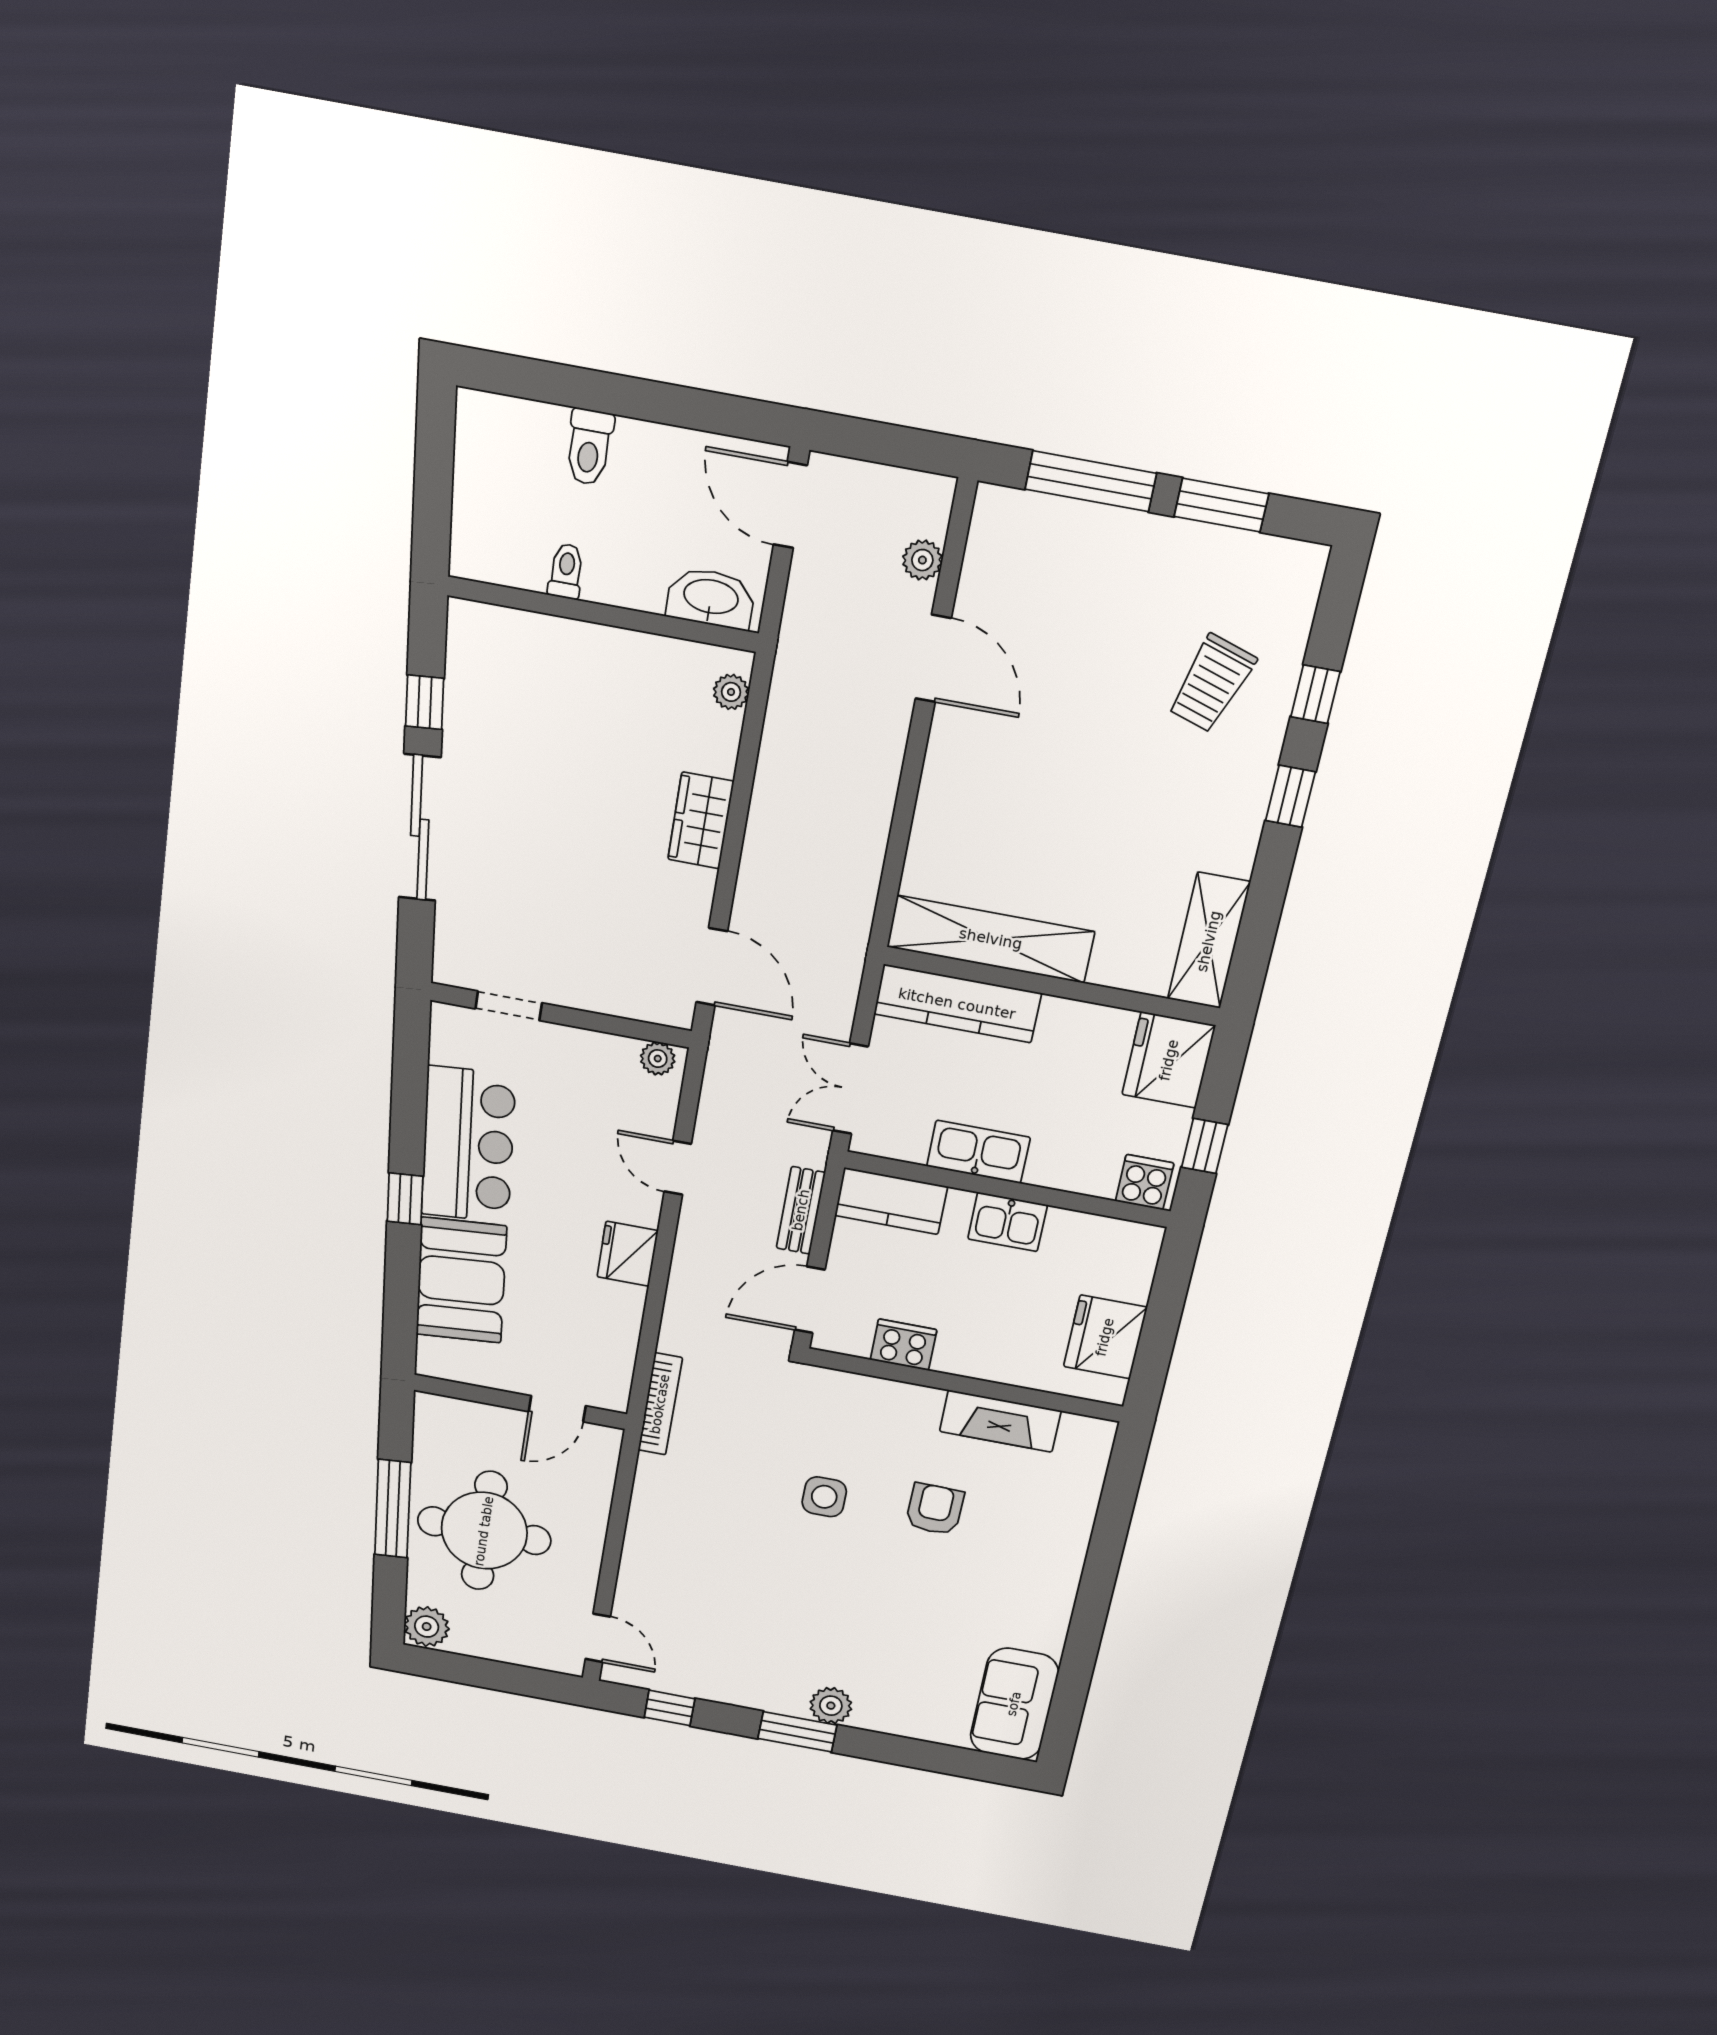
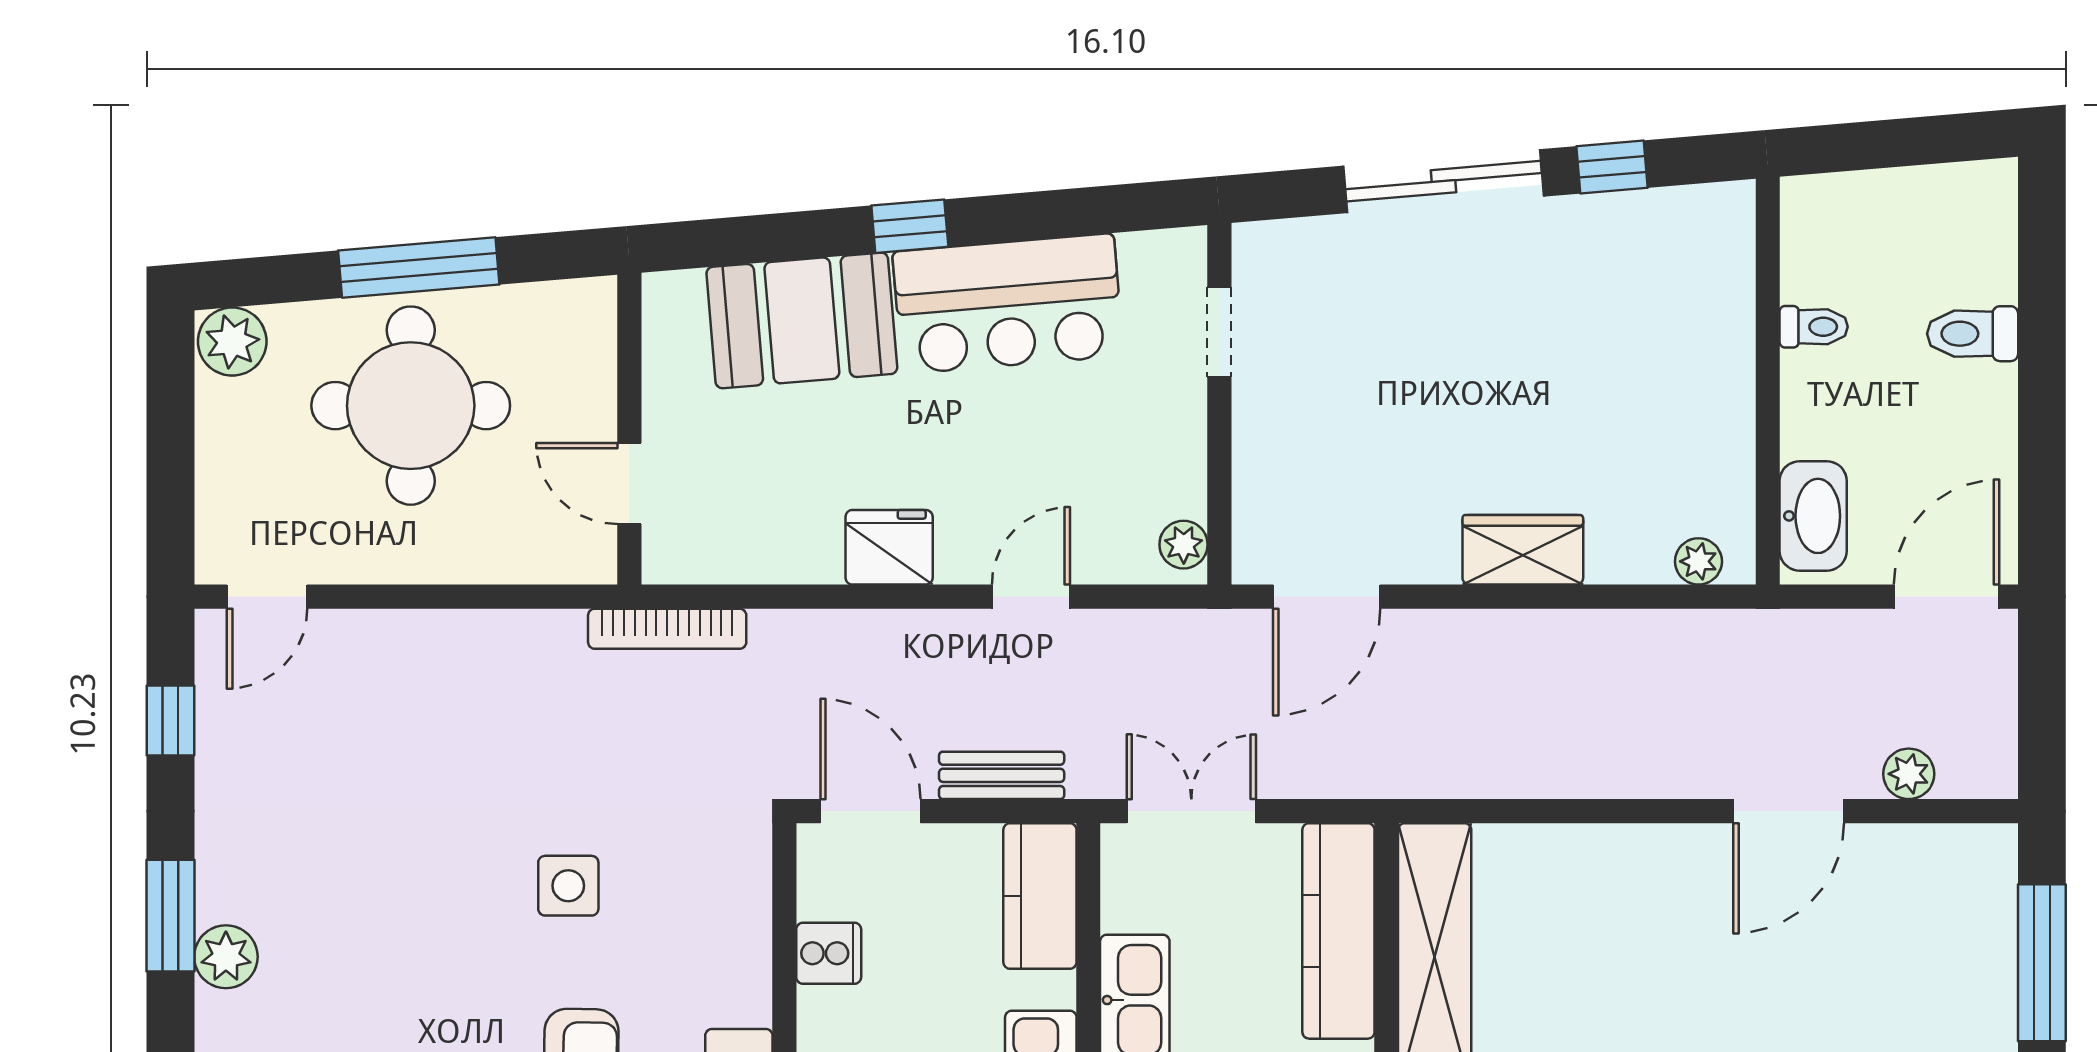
cooker: (903, 1345) -> (829, 953), width x0.73

